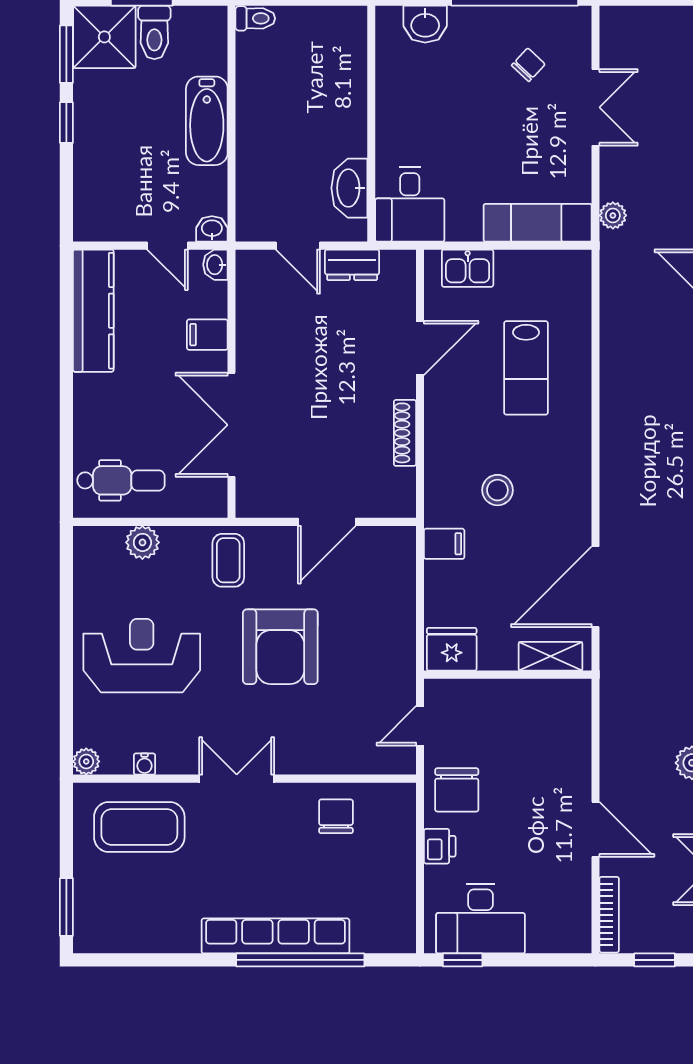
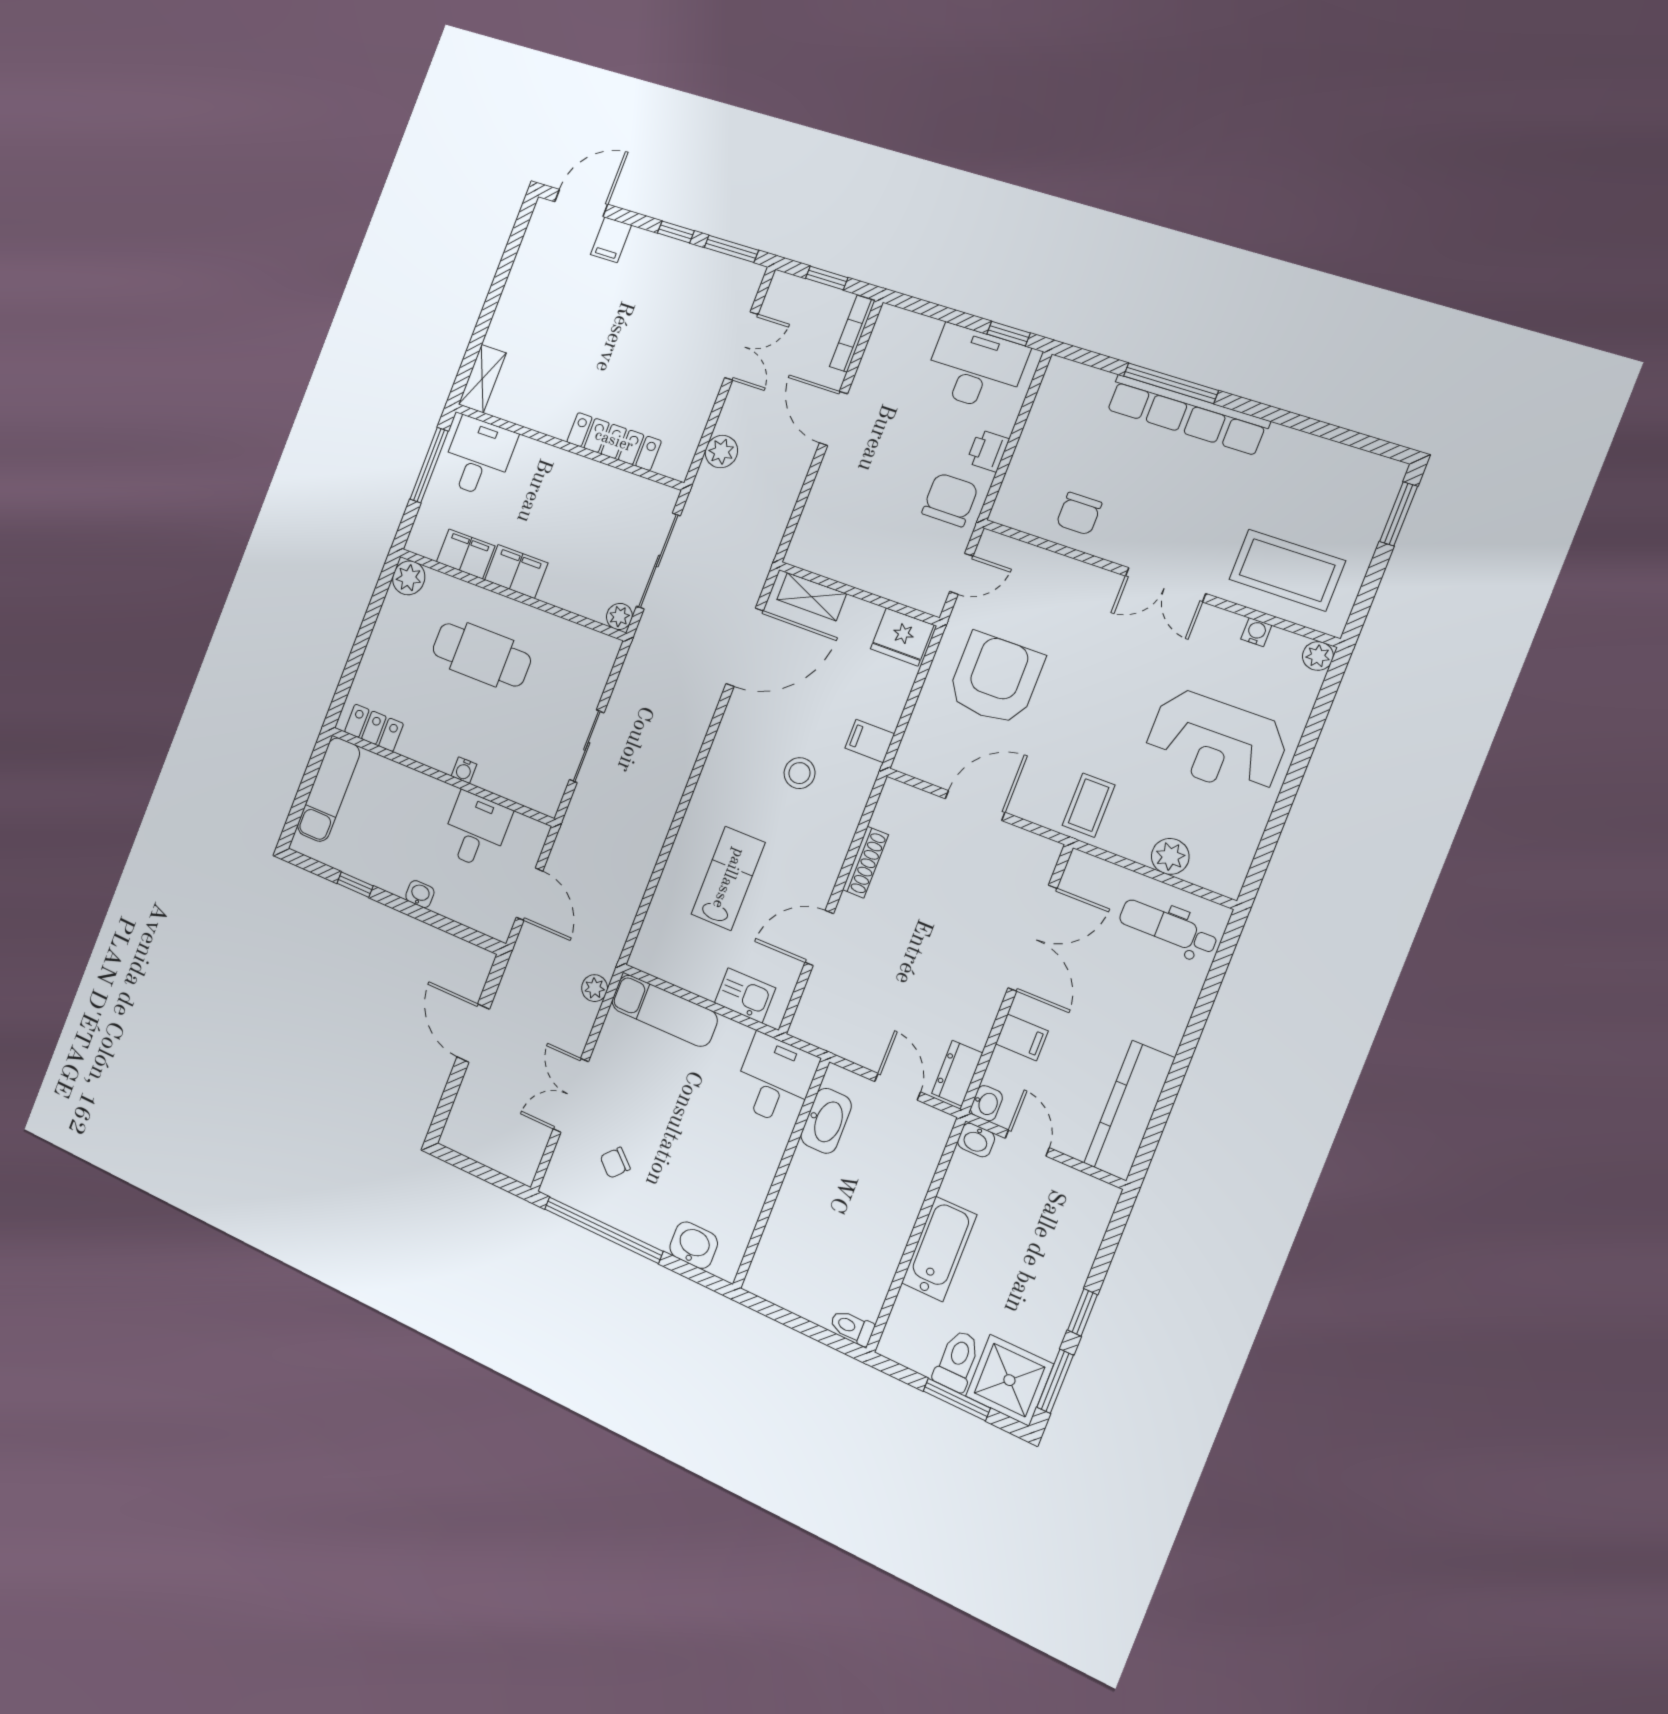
dresser: (352, 265) -> (957, 1073), moved, turned -90
armchair: (280, 647) -> (995, 679), moved
window: (300, 960) -> (1171, 383), width x0.68

